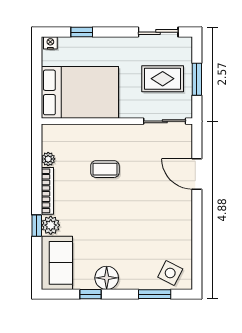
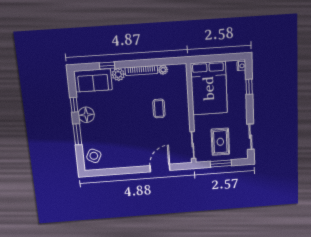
window: (37, 226) -> (107, 66), moved
window: (155, 294) -> (77, 134), moved

